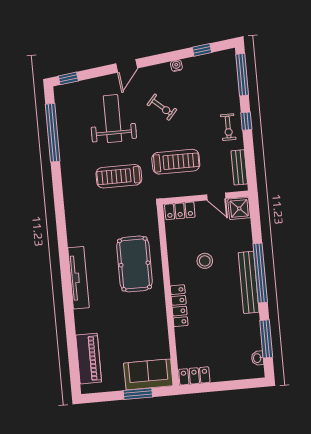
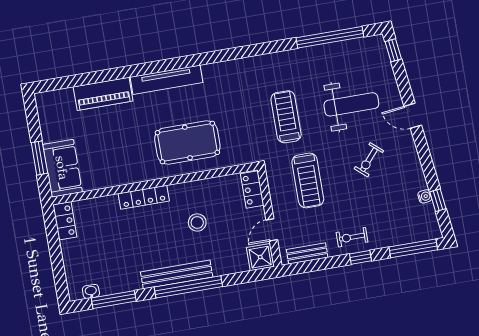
water cooler: (176, 66) -> (425, 196), moved
piano: (89, 359) -> (103, 94), moved

